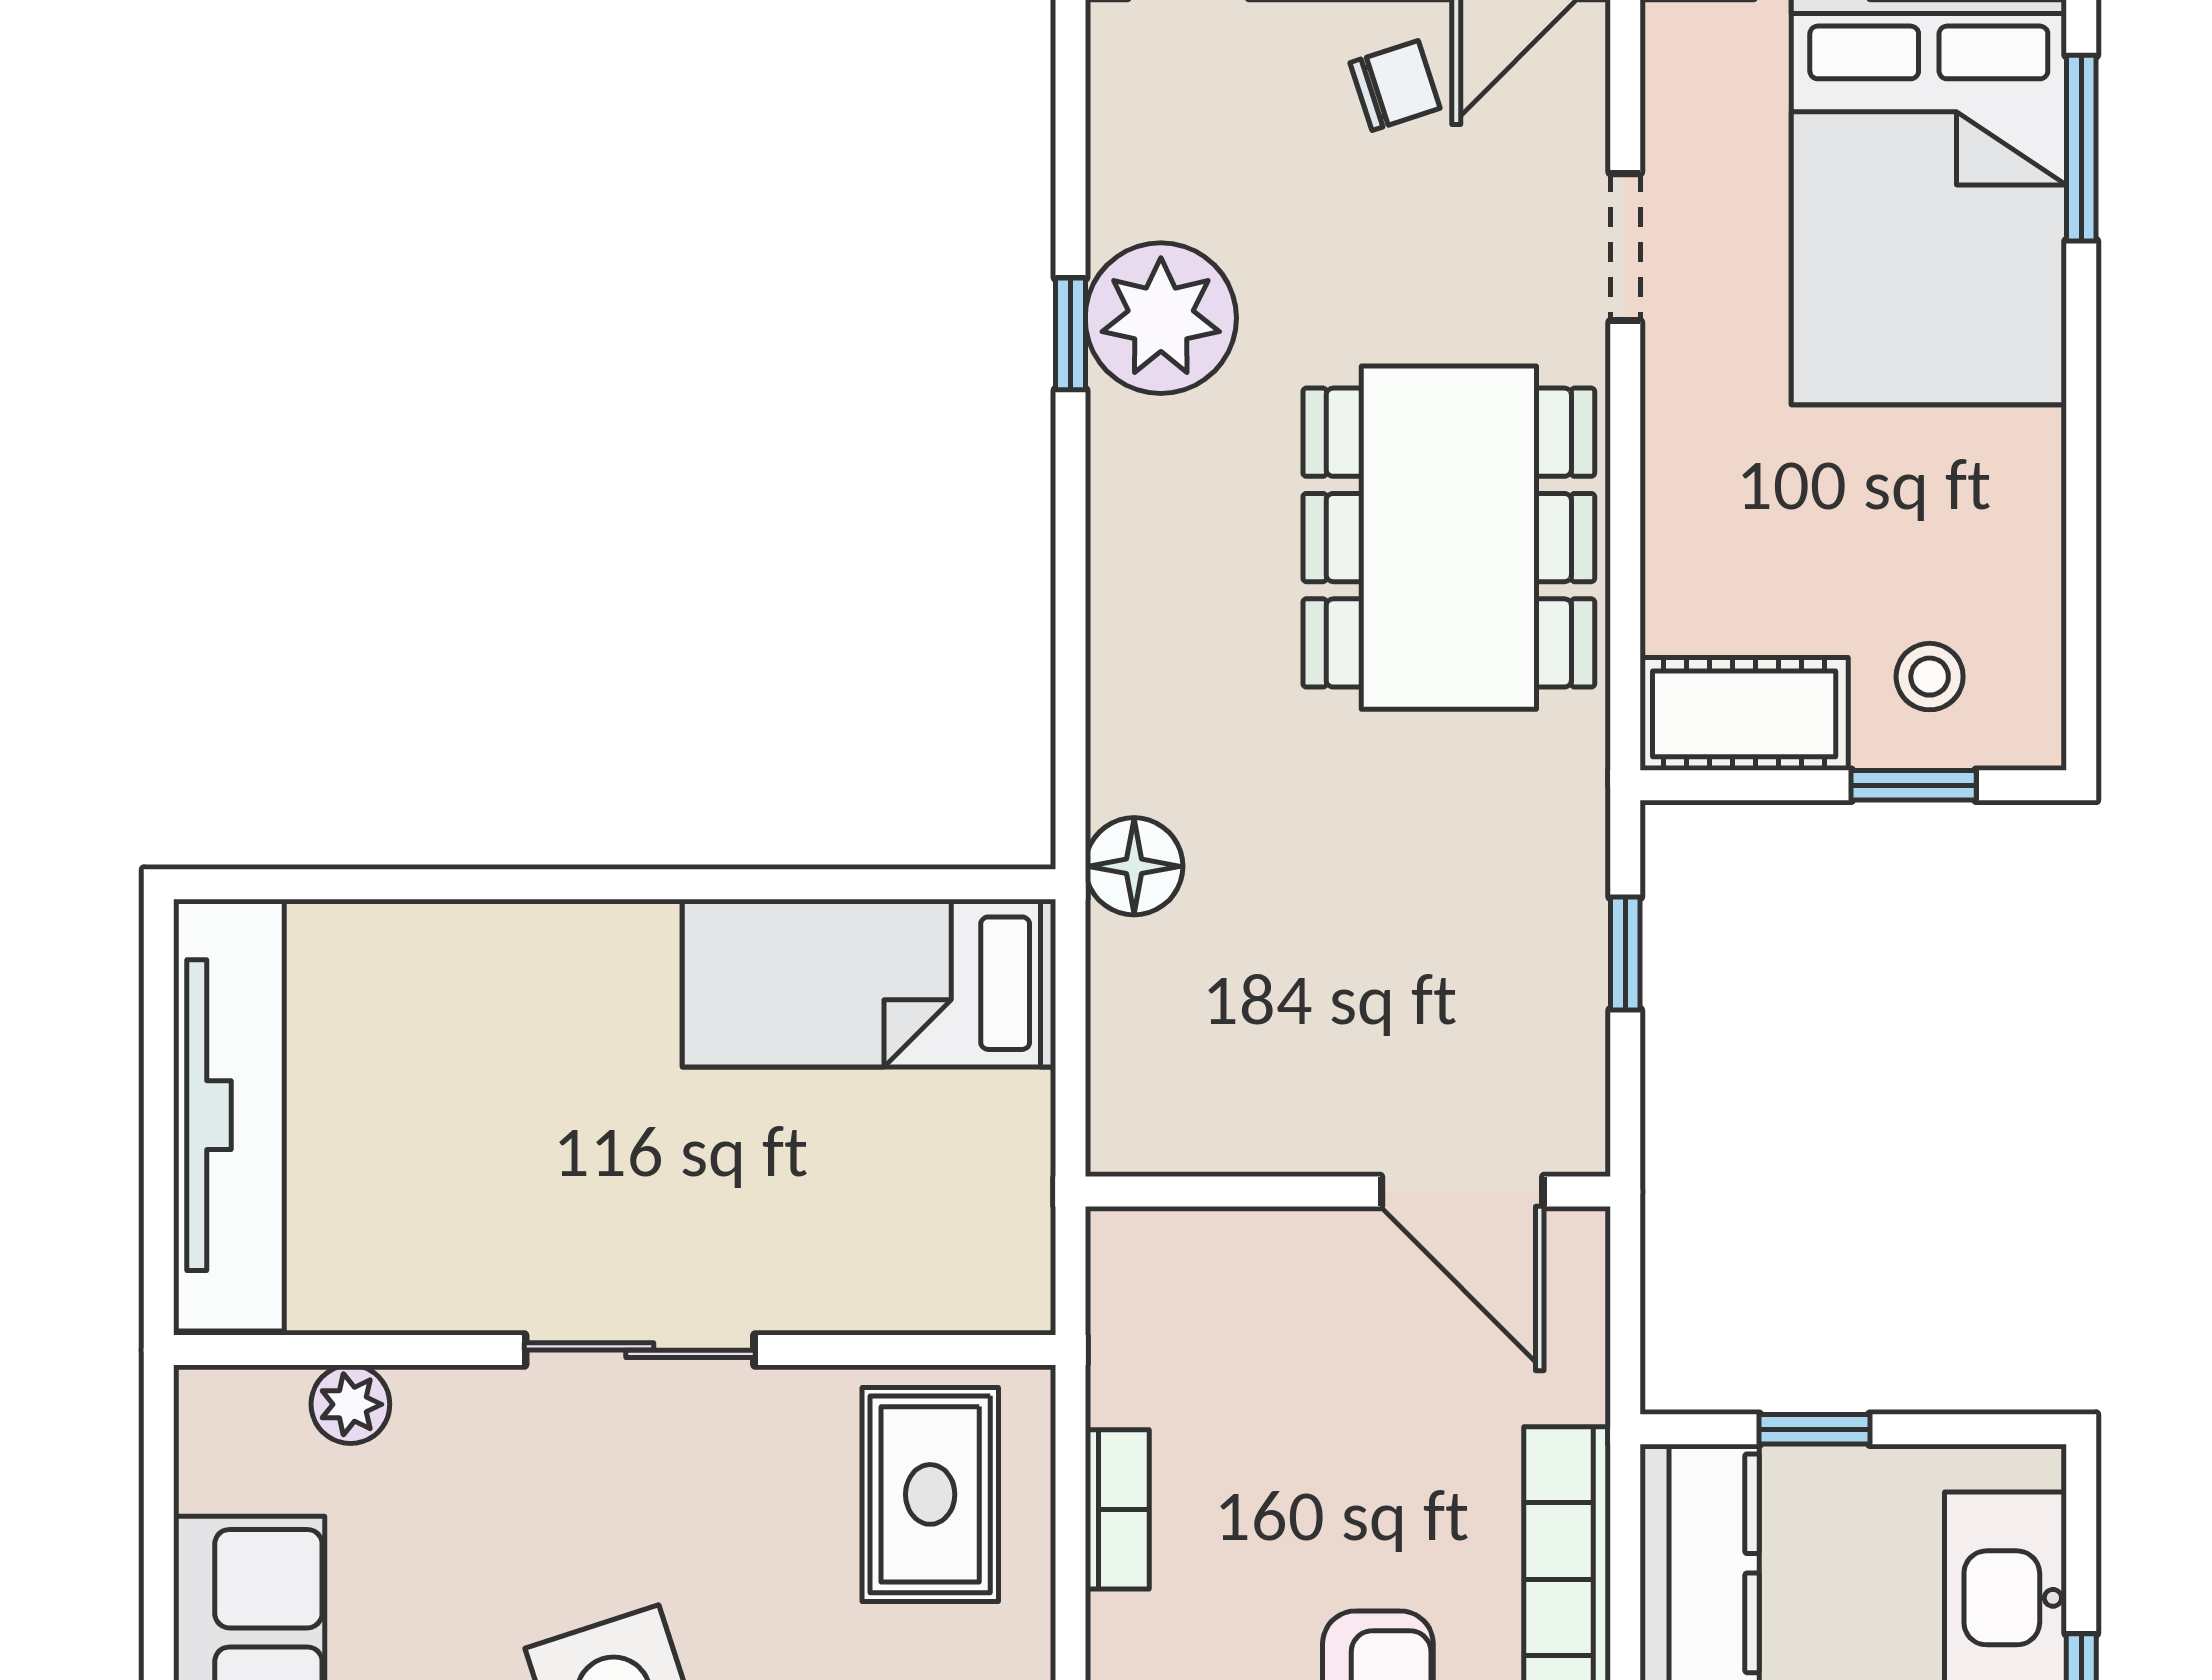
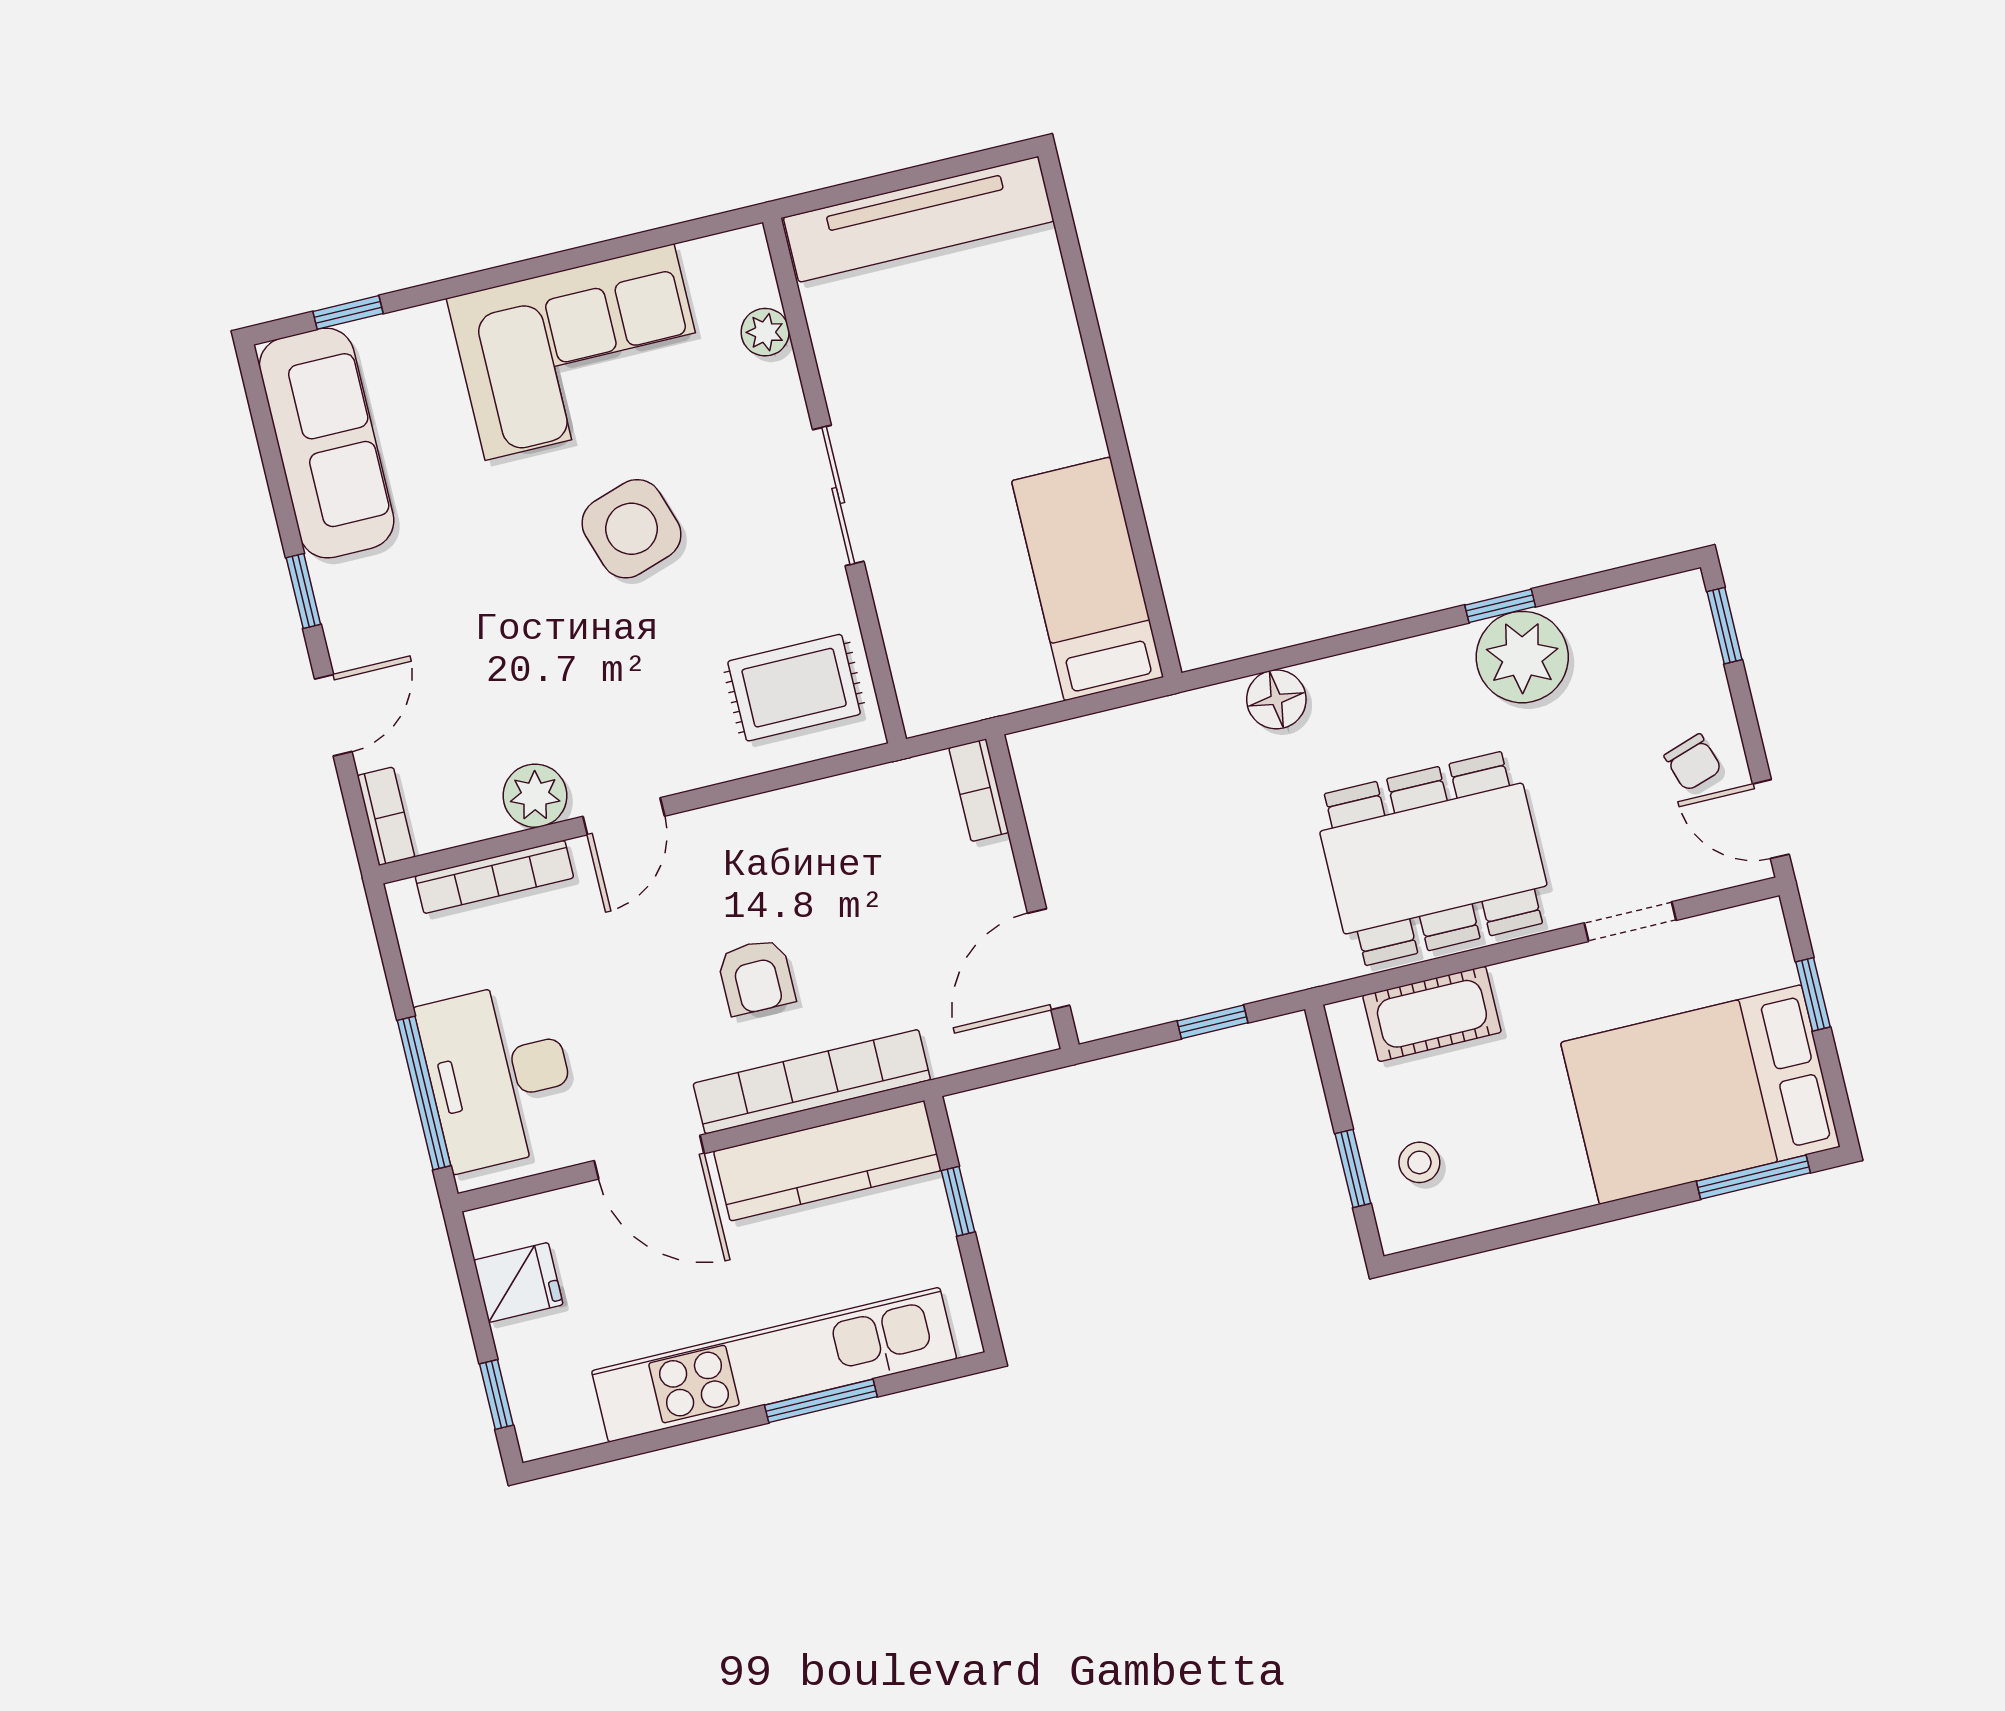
cot: (1744, 714) -> (1432, 1014), moved, turned 90
floor lamp: (1134, 866) -> (1276, 699), moved
bookcase: (1117, 1509) -> (979, 790), moved, turned 90

